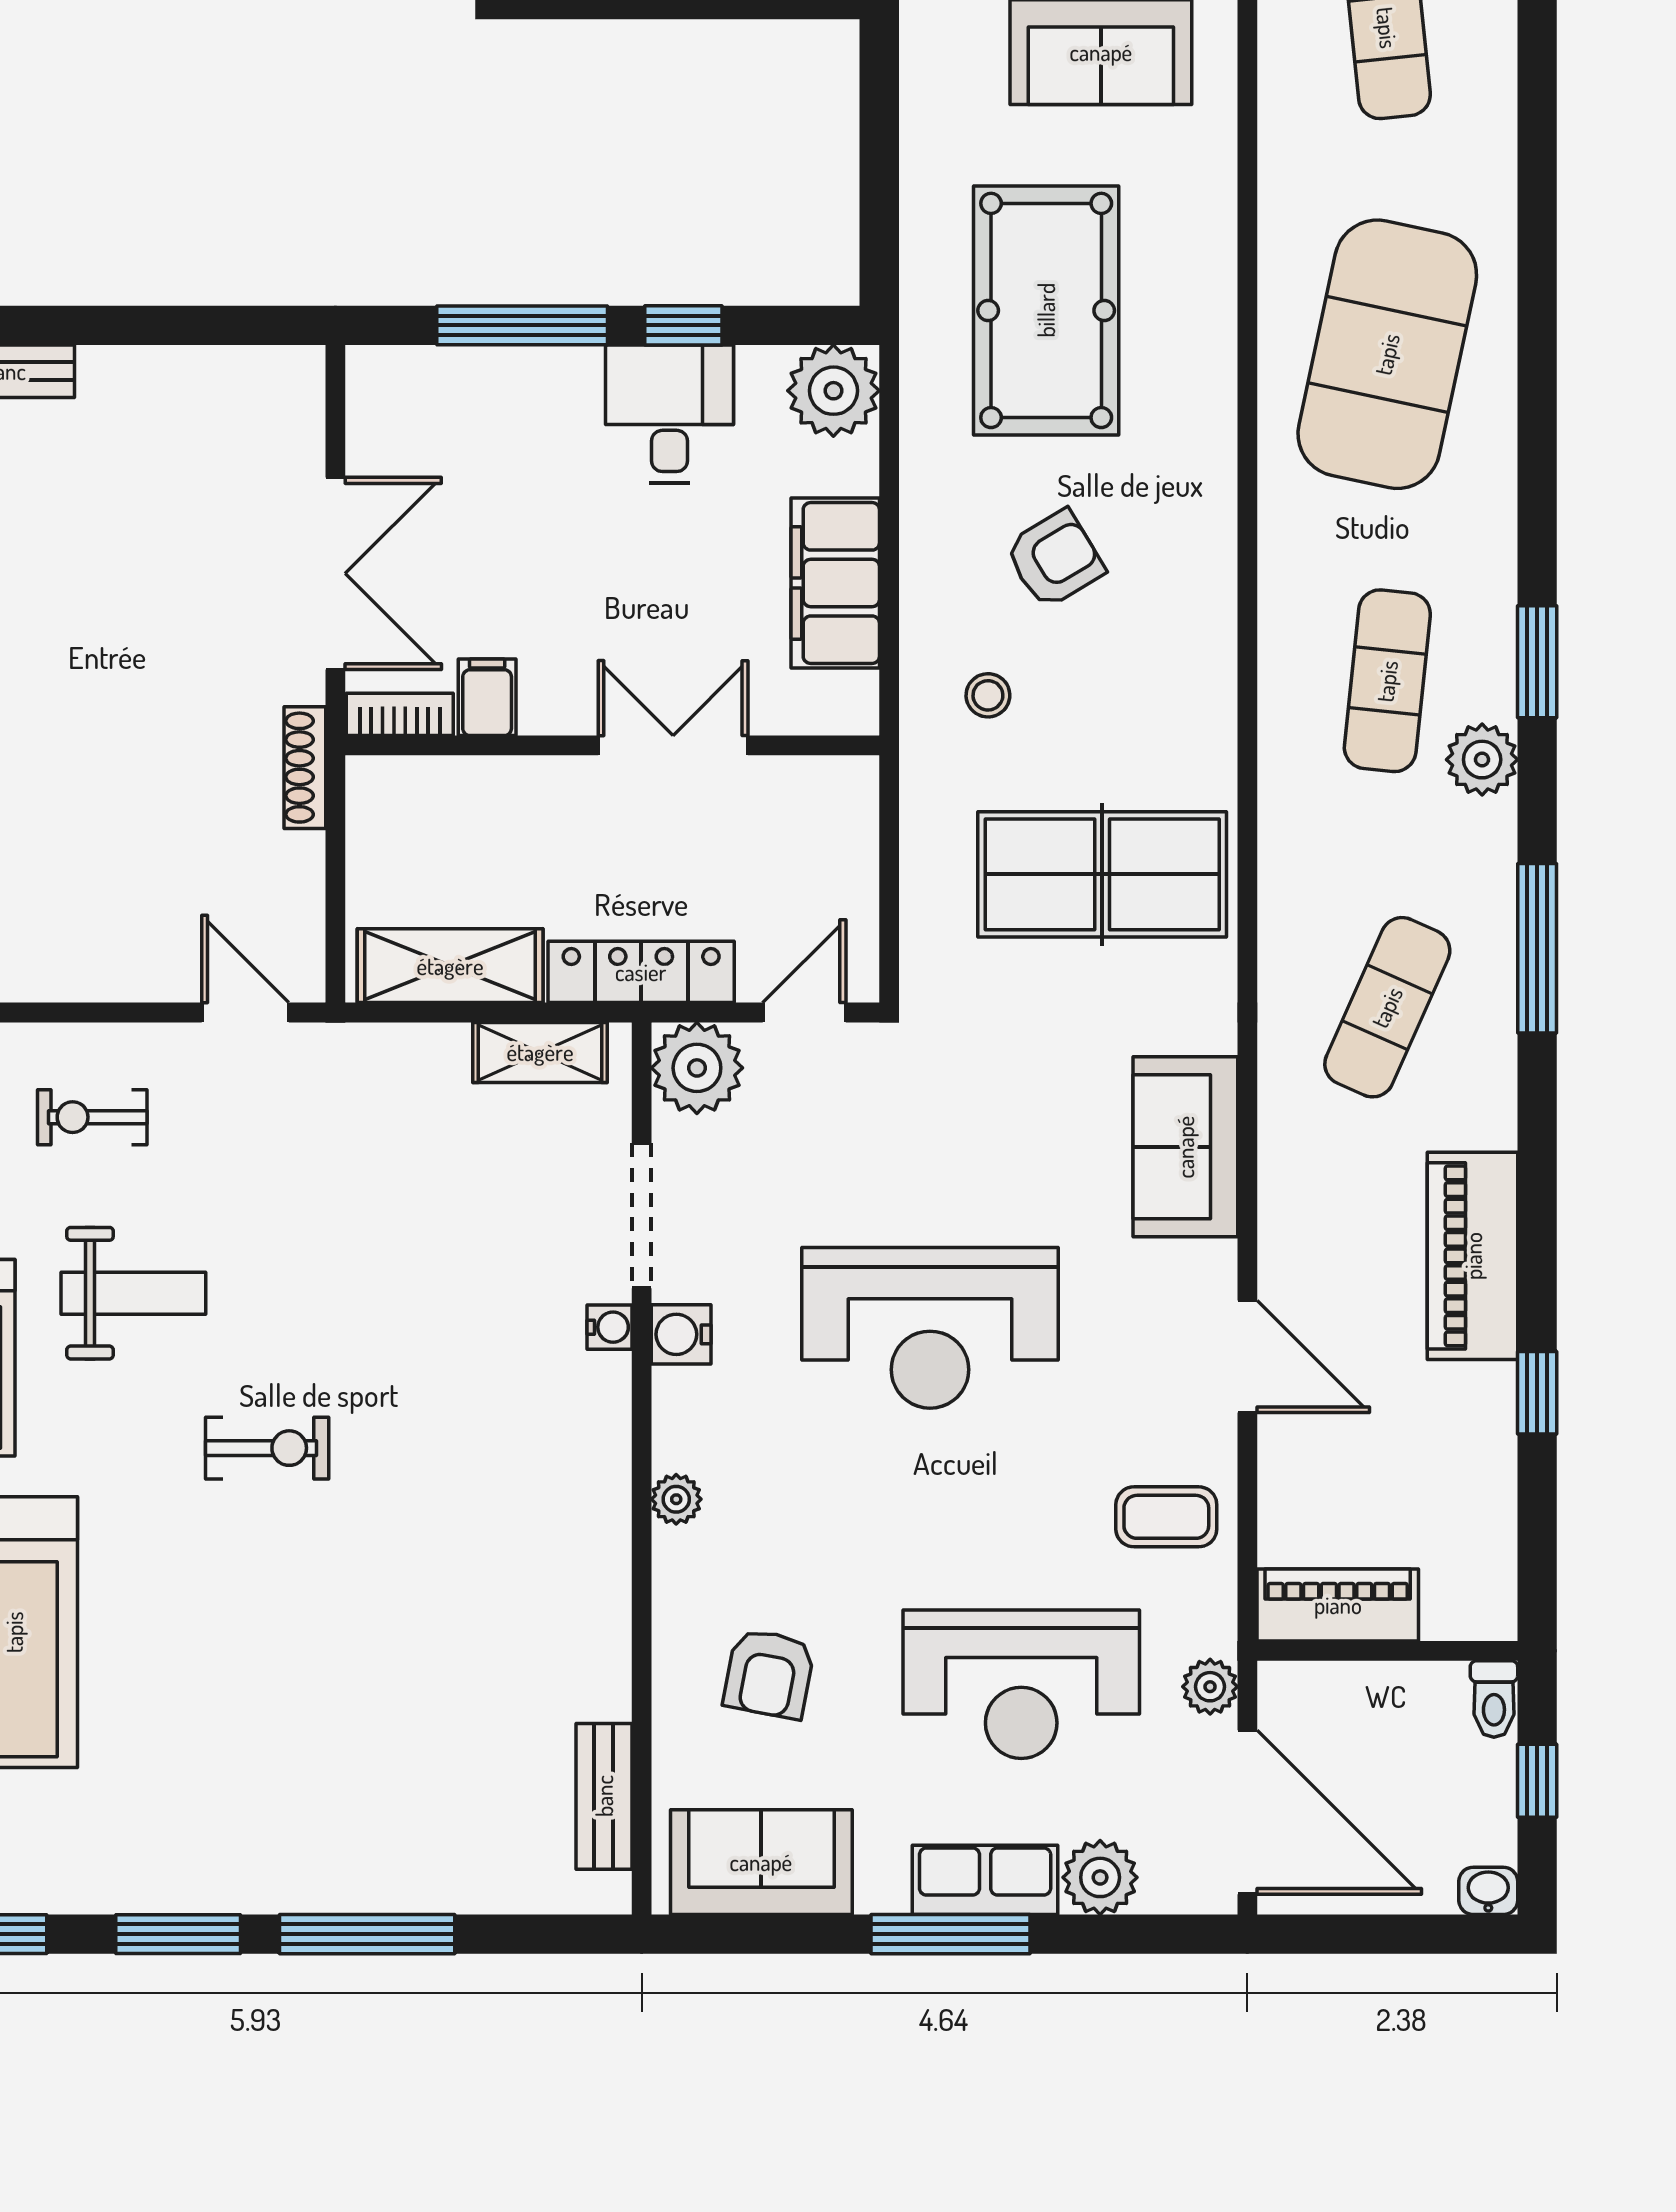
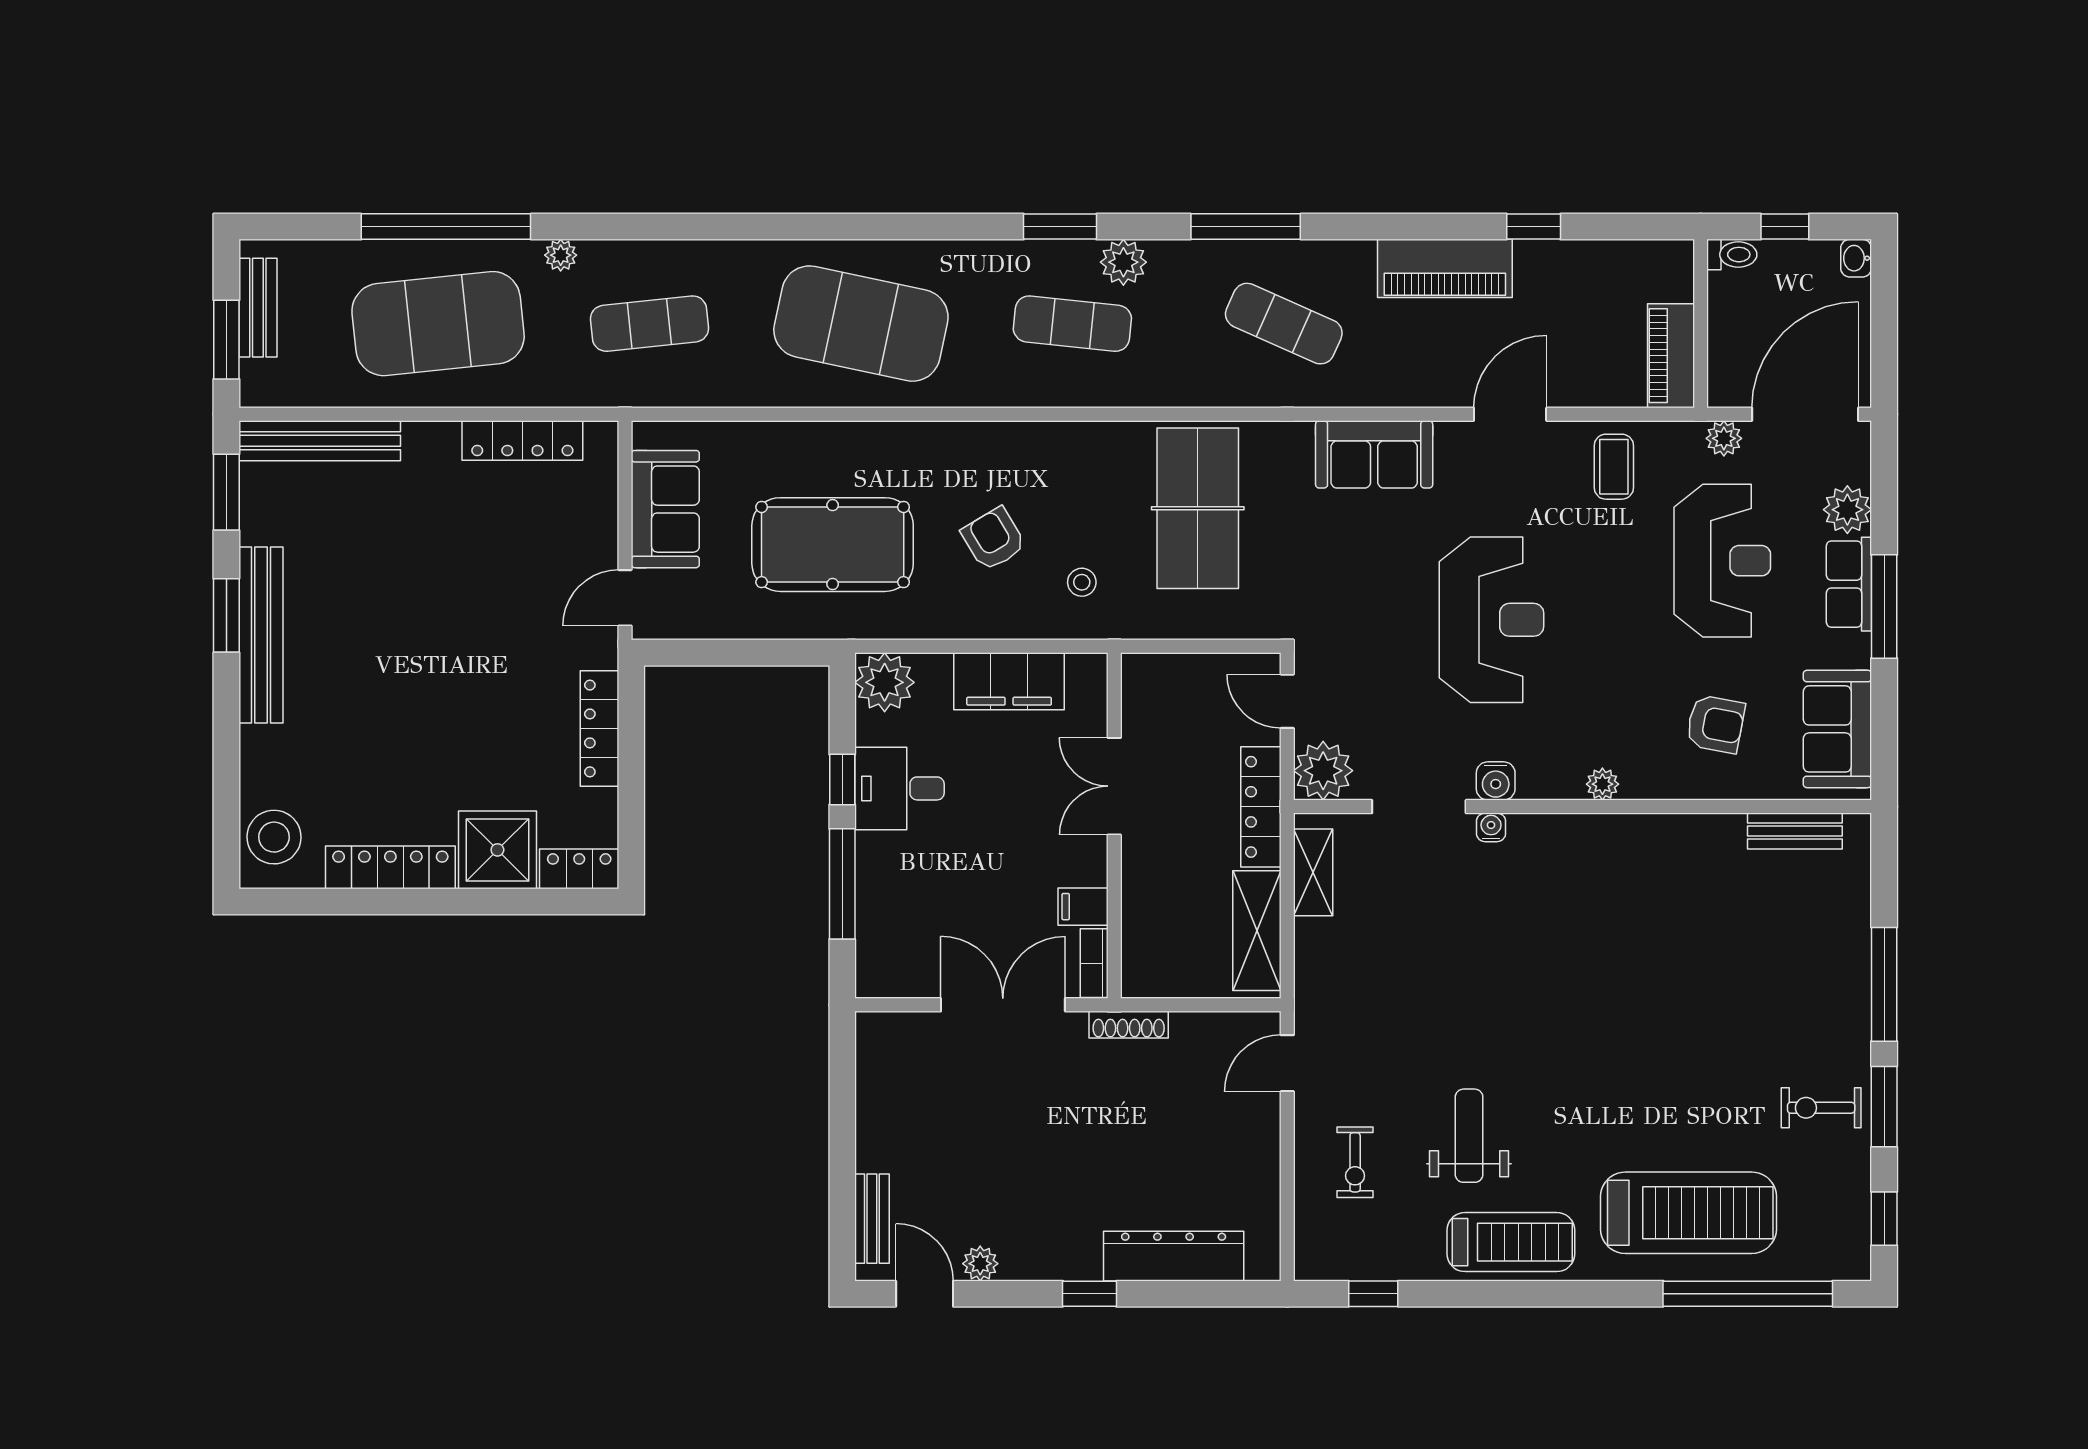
exercise bike: (267, 1448) -> (1821, 1108), moved, turned -90

